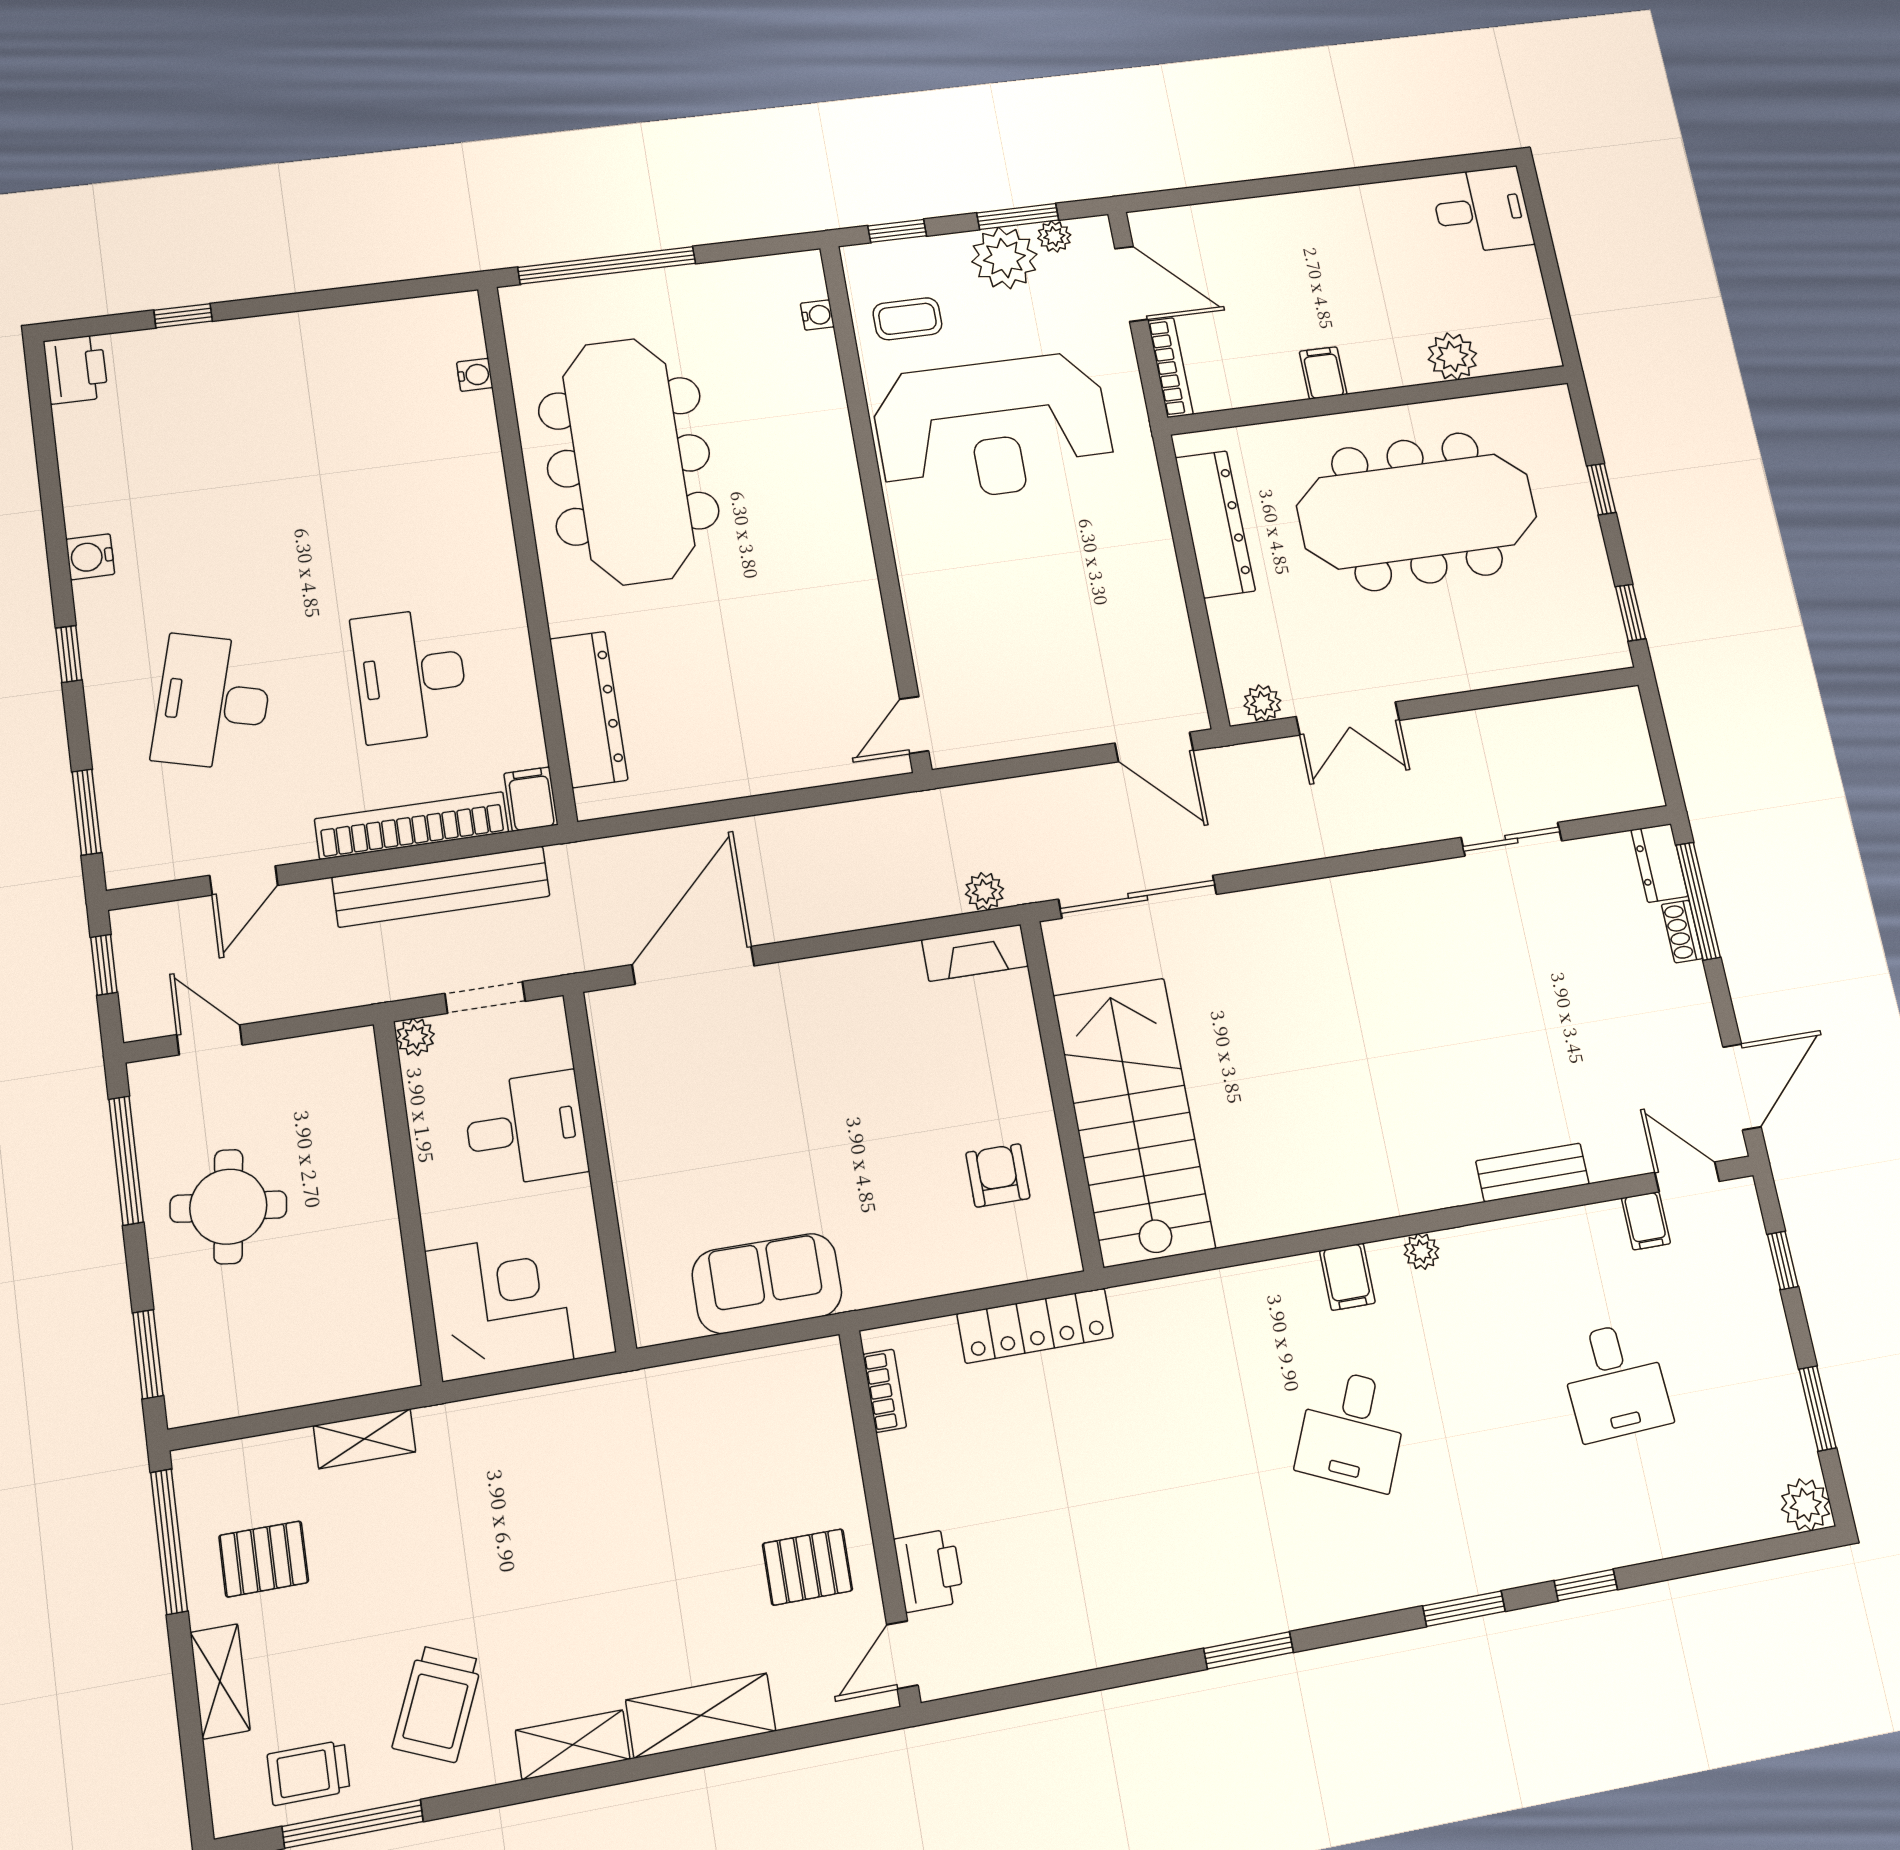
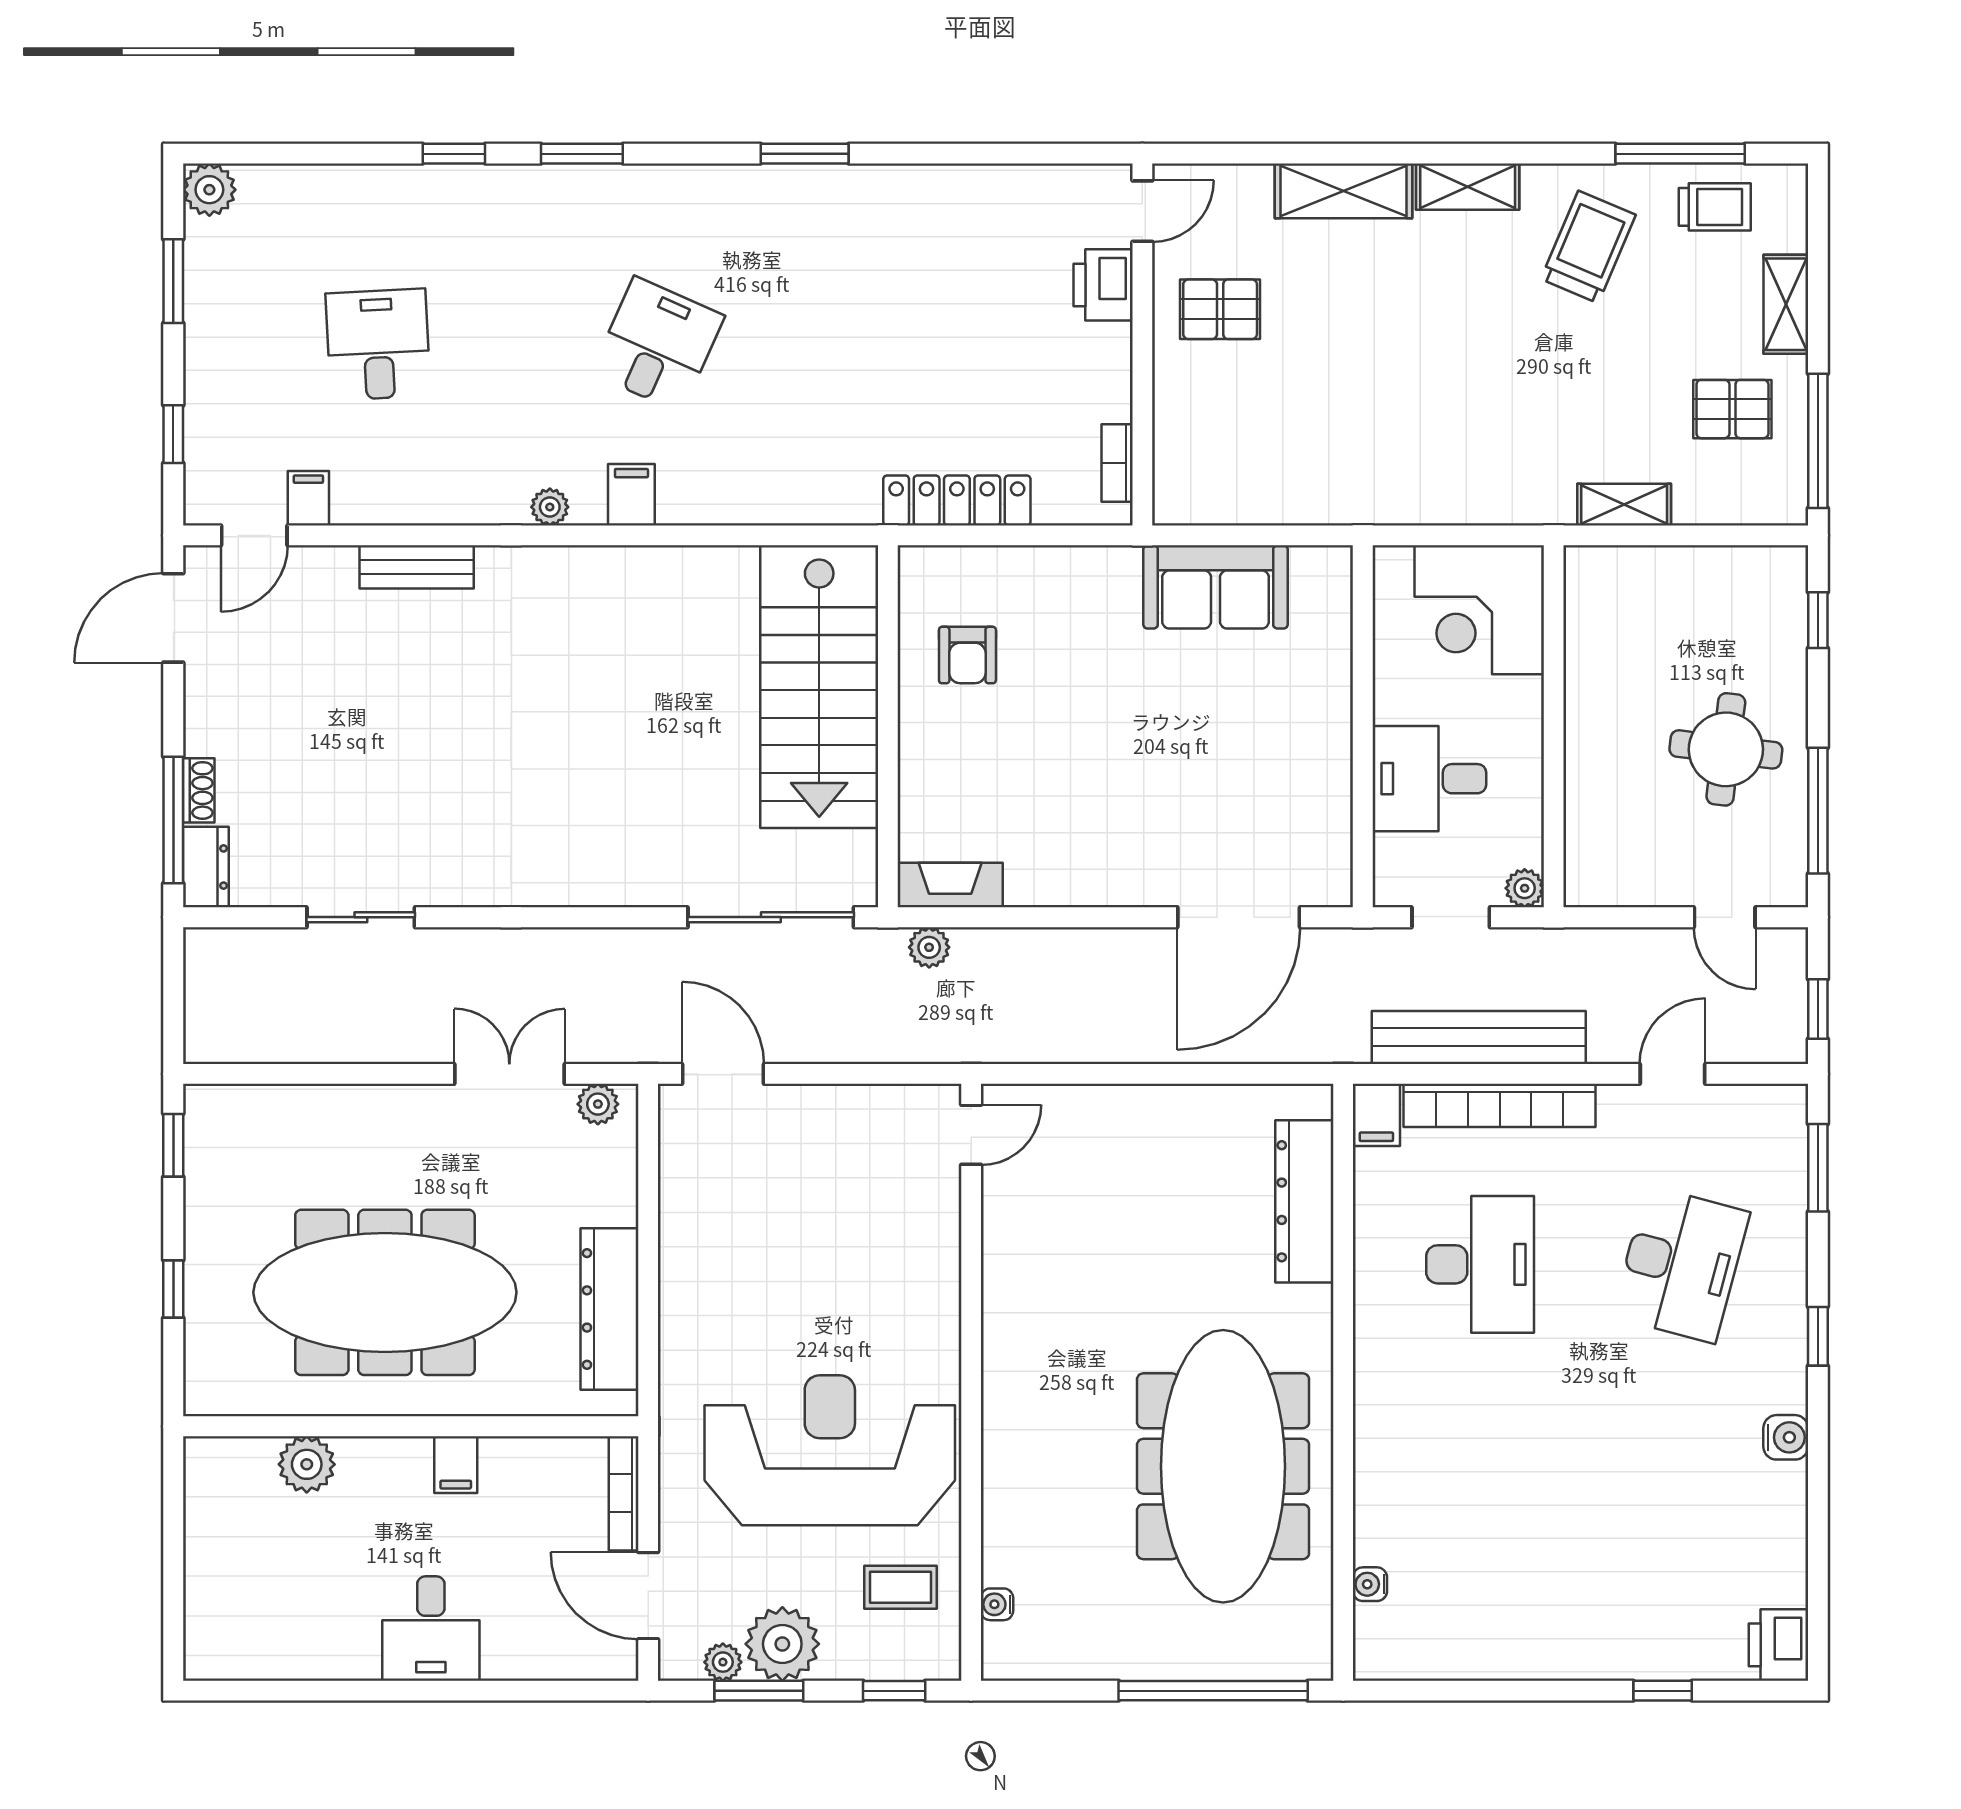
desk: (1482, 210) -> (431, 1629), moved, turned -90
door: (1687, 1177) -> (254, 535), hinge flipped
window: (148, 1354) -> (1818, 620), width x0.67

